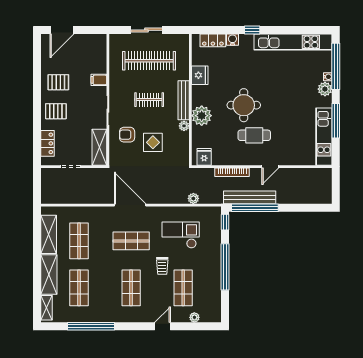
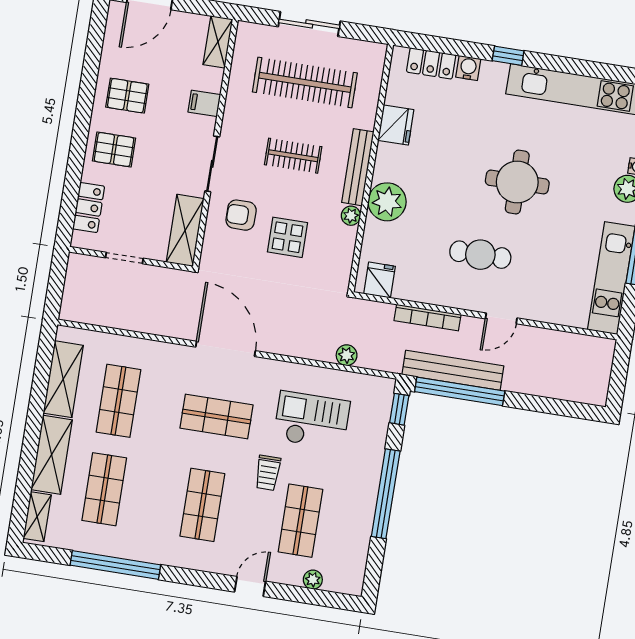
shelving: (101, 47) -> (218, 42), added
round table: (244, 105) -> (517, 182), moved

